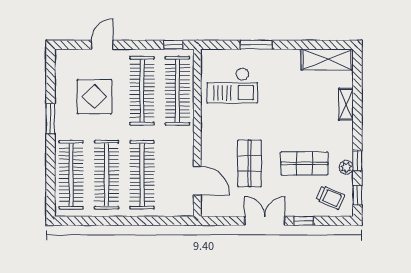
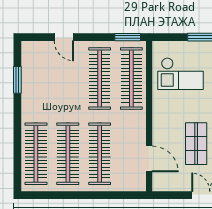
door: (102, 45) -> (64, 37), swing flipped
window: (173, 45) -> (128, 37), width x1.50
display table: (94, 97) -> (57, 84), removed
window: (51, 118) -> (17, 80), moved

